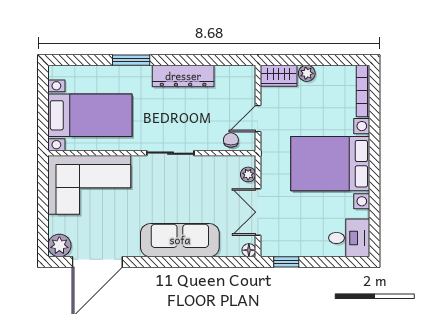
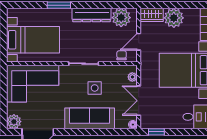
plant: (307, 73) -> (174, 18), width x1.87, depth x1.87
plant: (230, 80) -> (121, 18), added
side table: (188, 192) -> (95, 88), added

